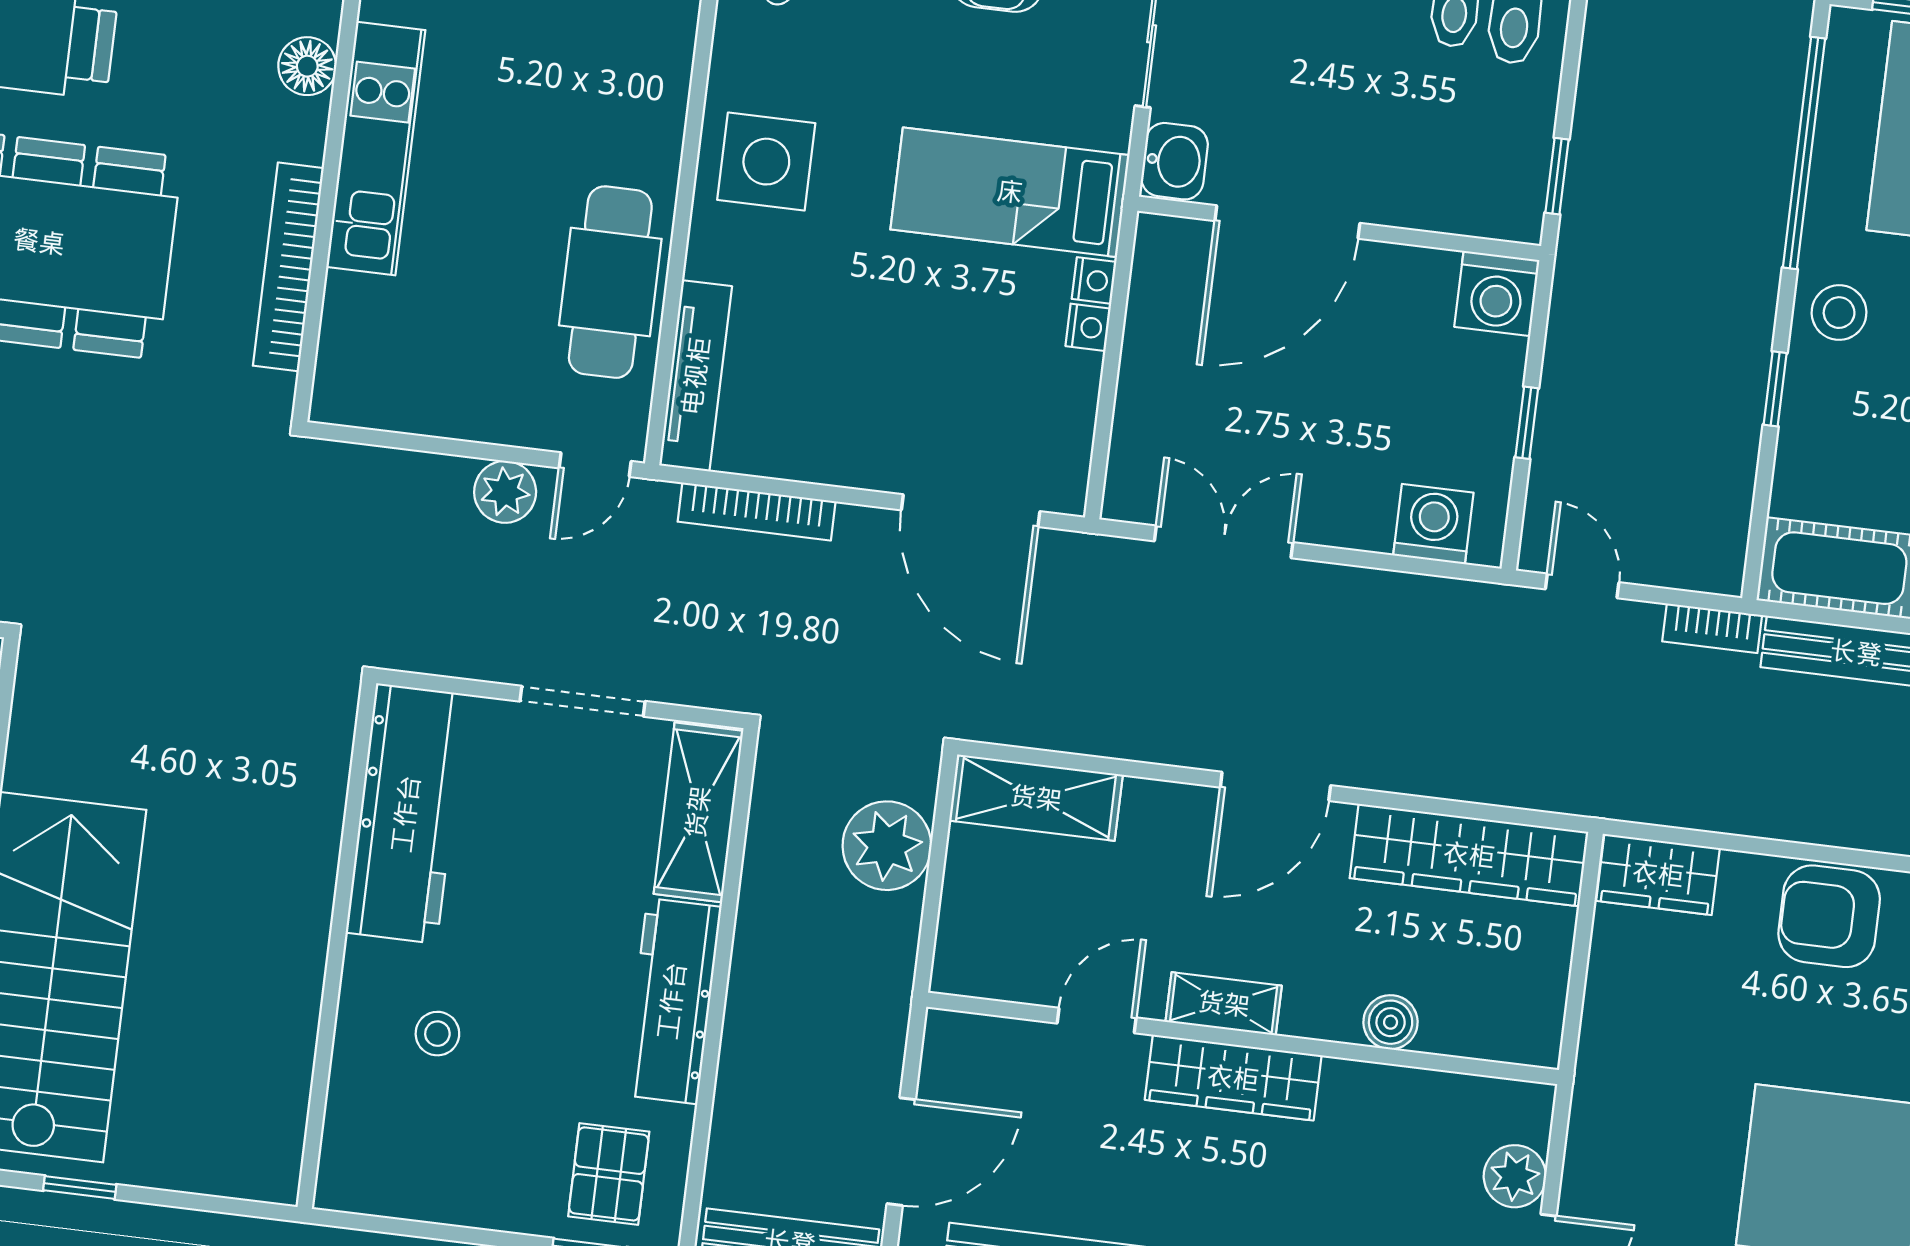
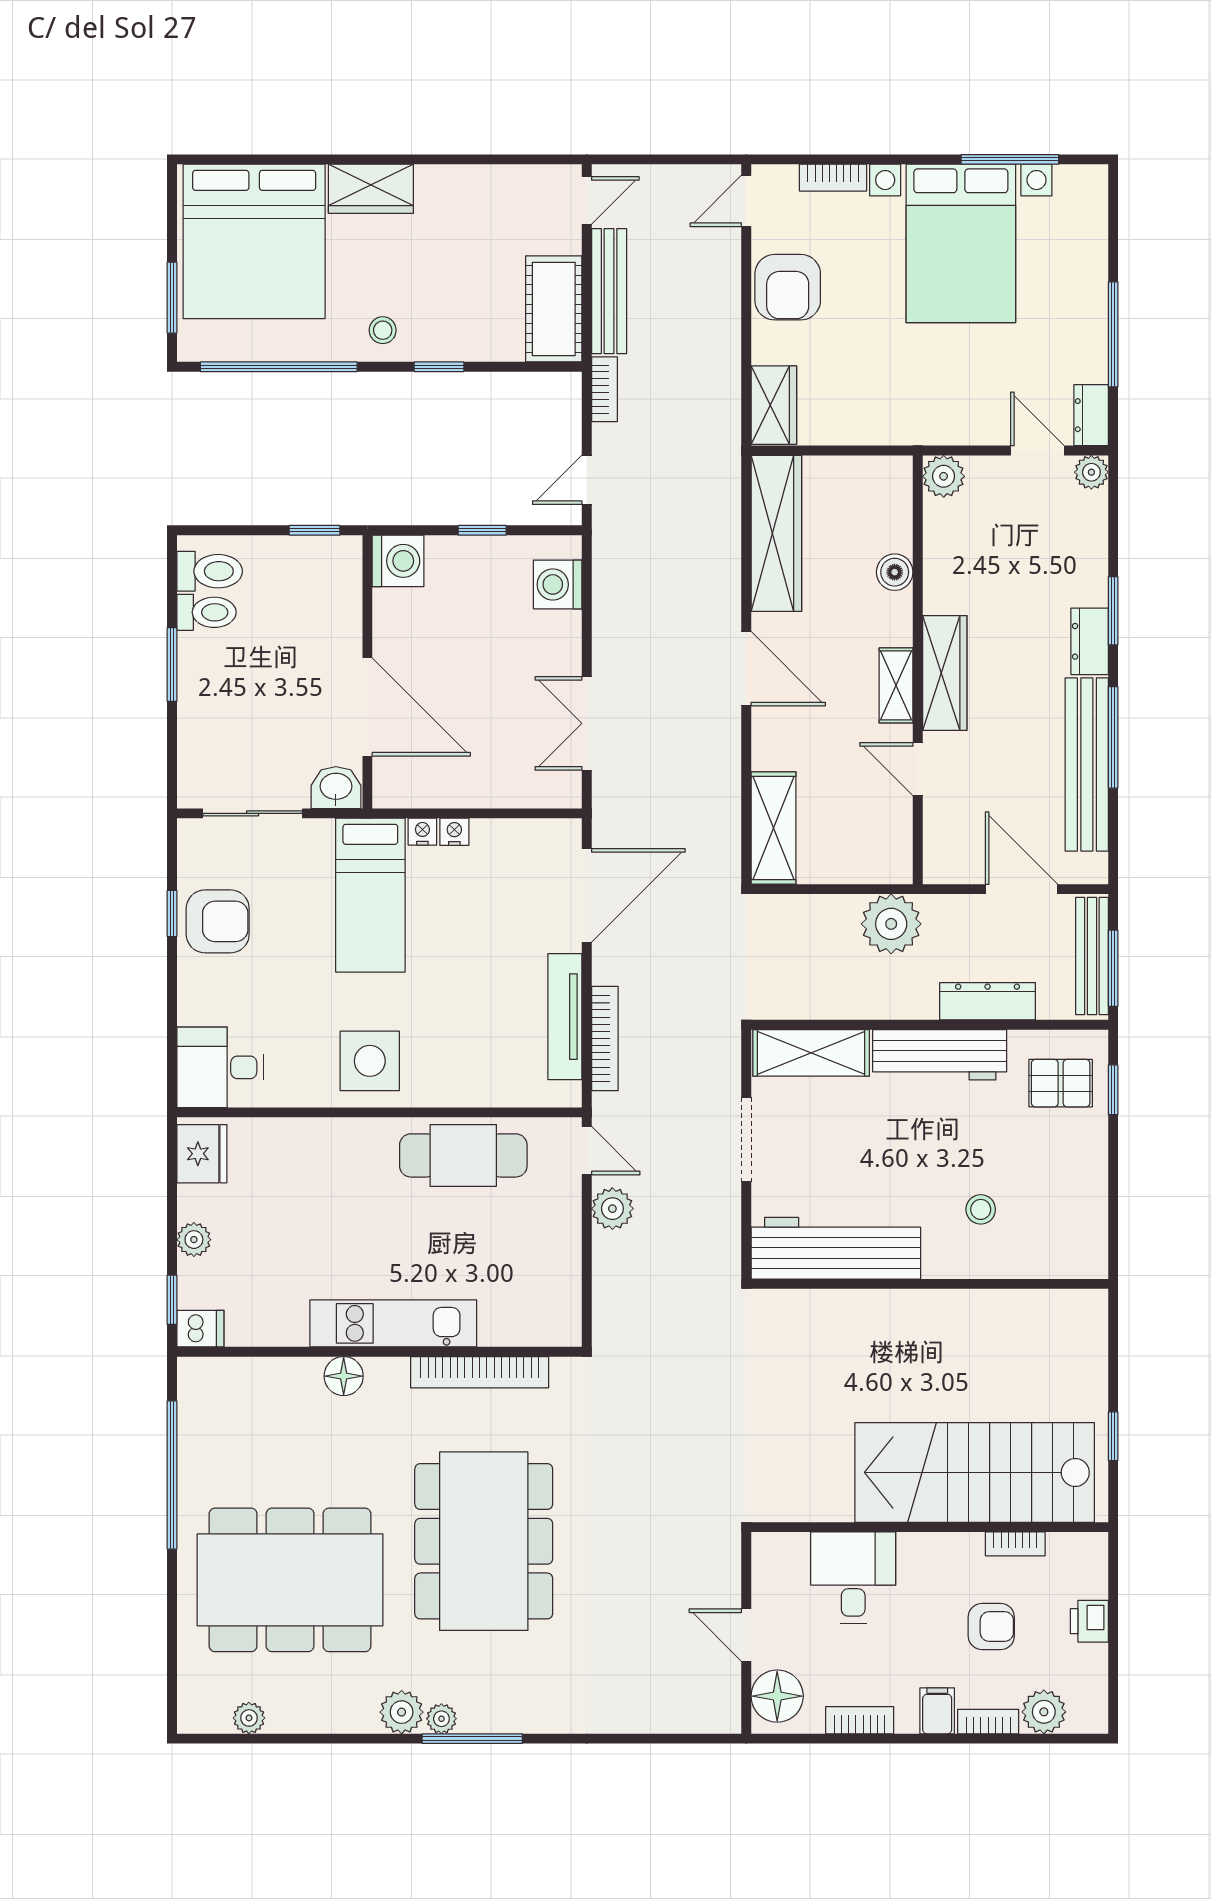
stool: (1839, 313) -> (383, 330), width x0.73, depth x0.73
tv unit: (696, 376) -> (565, 1017), moved, turned -90
plant: (887, 846) -> (891, 924), moved
dresser: (742, 1081) -> (988, 1001), added
plant: (1515, 1176) -> (944, 476), moved

